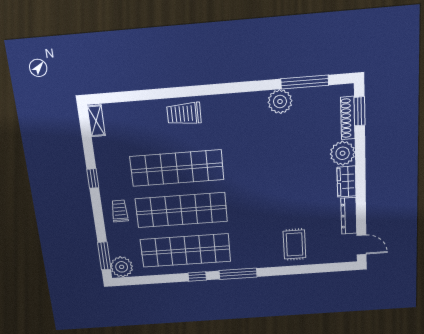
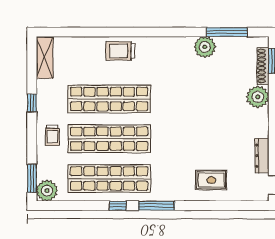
shelving: (96, 121) -> (45, 58), width x1.50, depth x1.33
wardrobe: (347, 182) -> (261, 123), removed
trolley: (120, 211) -> (52, 135), turned 180
rug: (294, 244) -> (211, 180), turned 90

